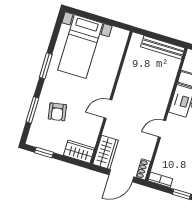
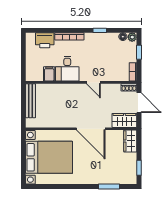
bed with nightstands: (80, 47) -> (49, 157), width x1.36
window: (46, 66) -> (72, 187), removed
door: (108, 109) -> (91, 129), width x1.87
armchair: (57, 112) -> (105, 167), removed

